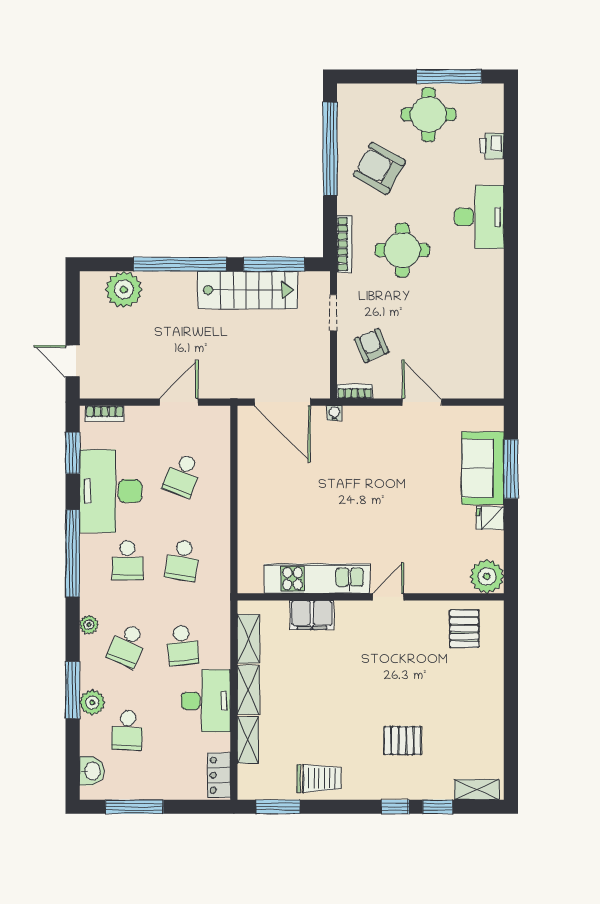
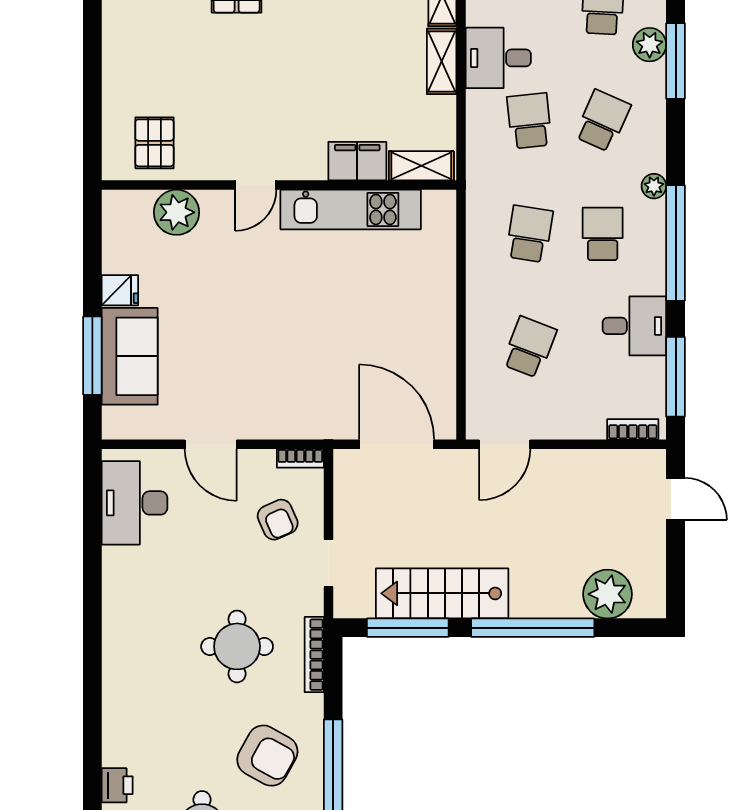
desk: (479, 217) -> (135, 503), moved
door: (179, 402) -> (505, 444), moved
water cooler: (334, 413) -> (327, 430), removed
window: (73, 453) -> (676, 377), width x1.44
desk: (111, 491) -> (634, 326), width x0.53, depth x0.77
plant: (487, 576) -> (176, 212), moved
plant: (89, 625) -> (654, 186), moved
shelving: (248, 639) -> (421, 166), moved, turned 90
desk: (206, 701) -> (498, 58), width x0.73

